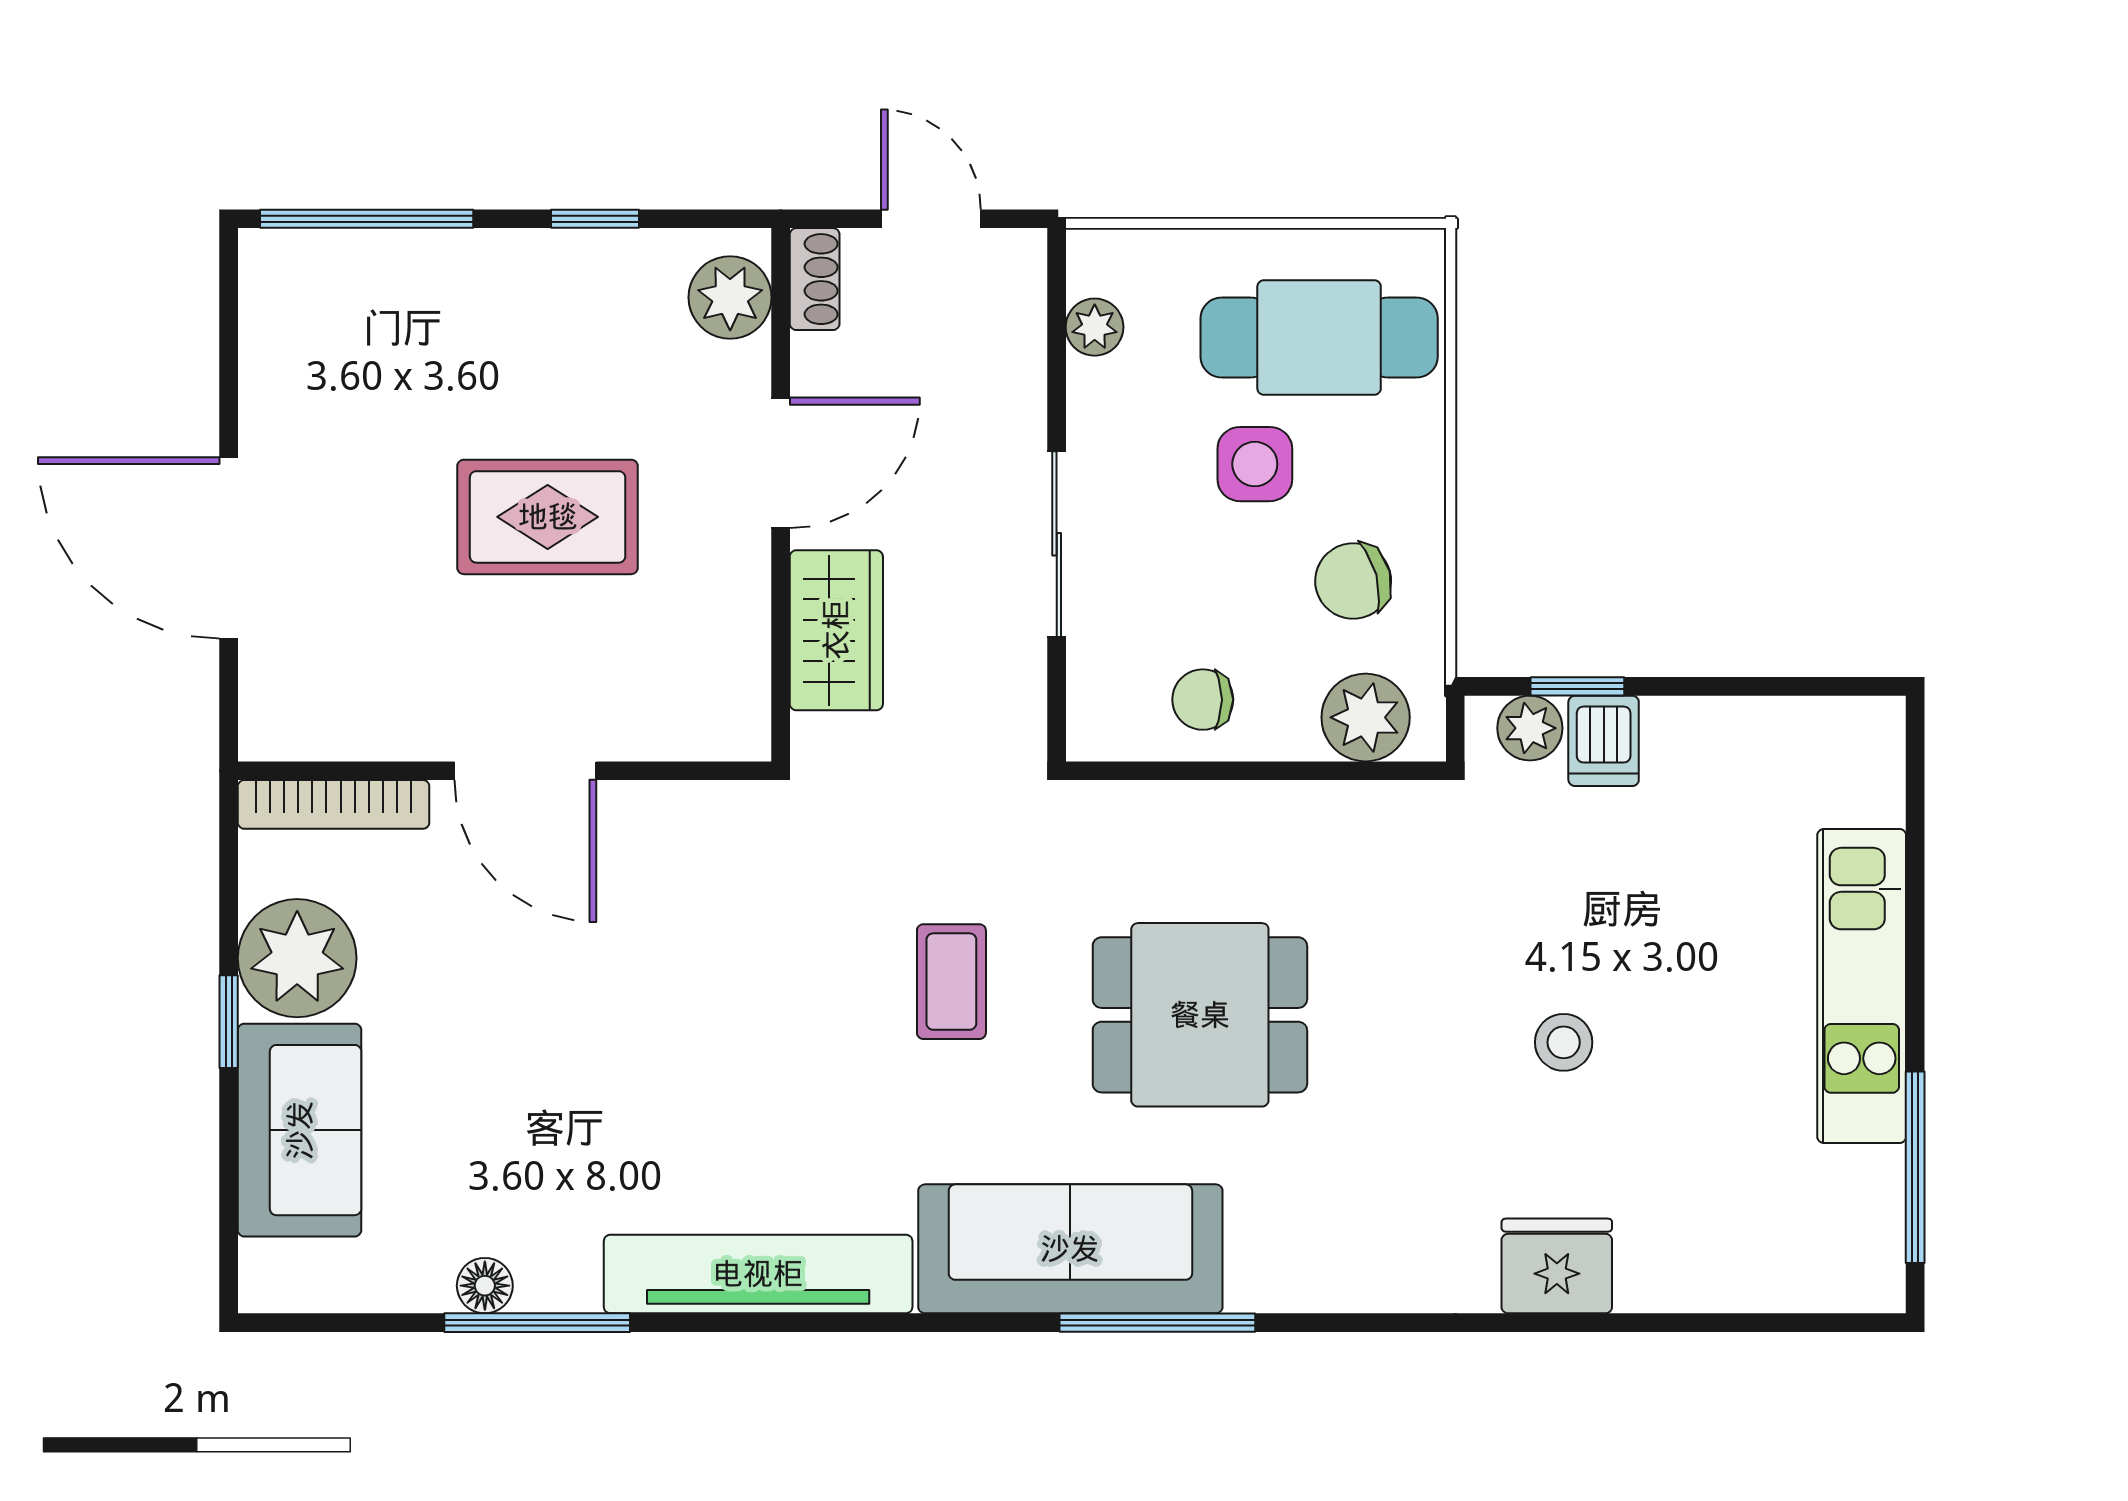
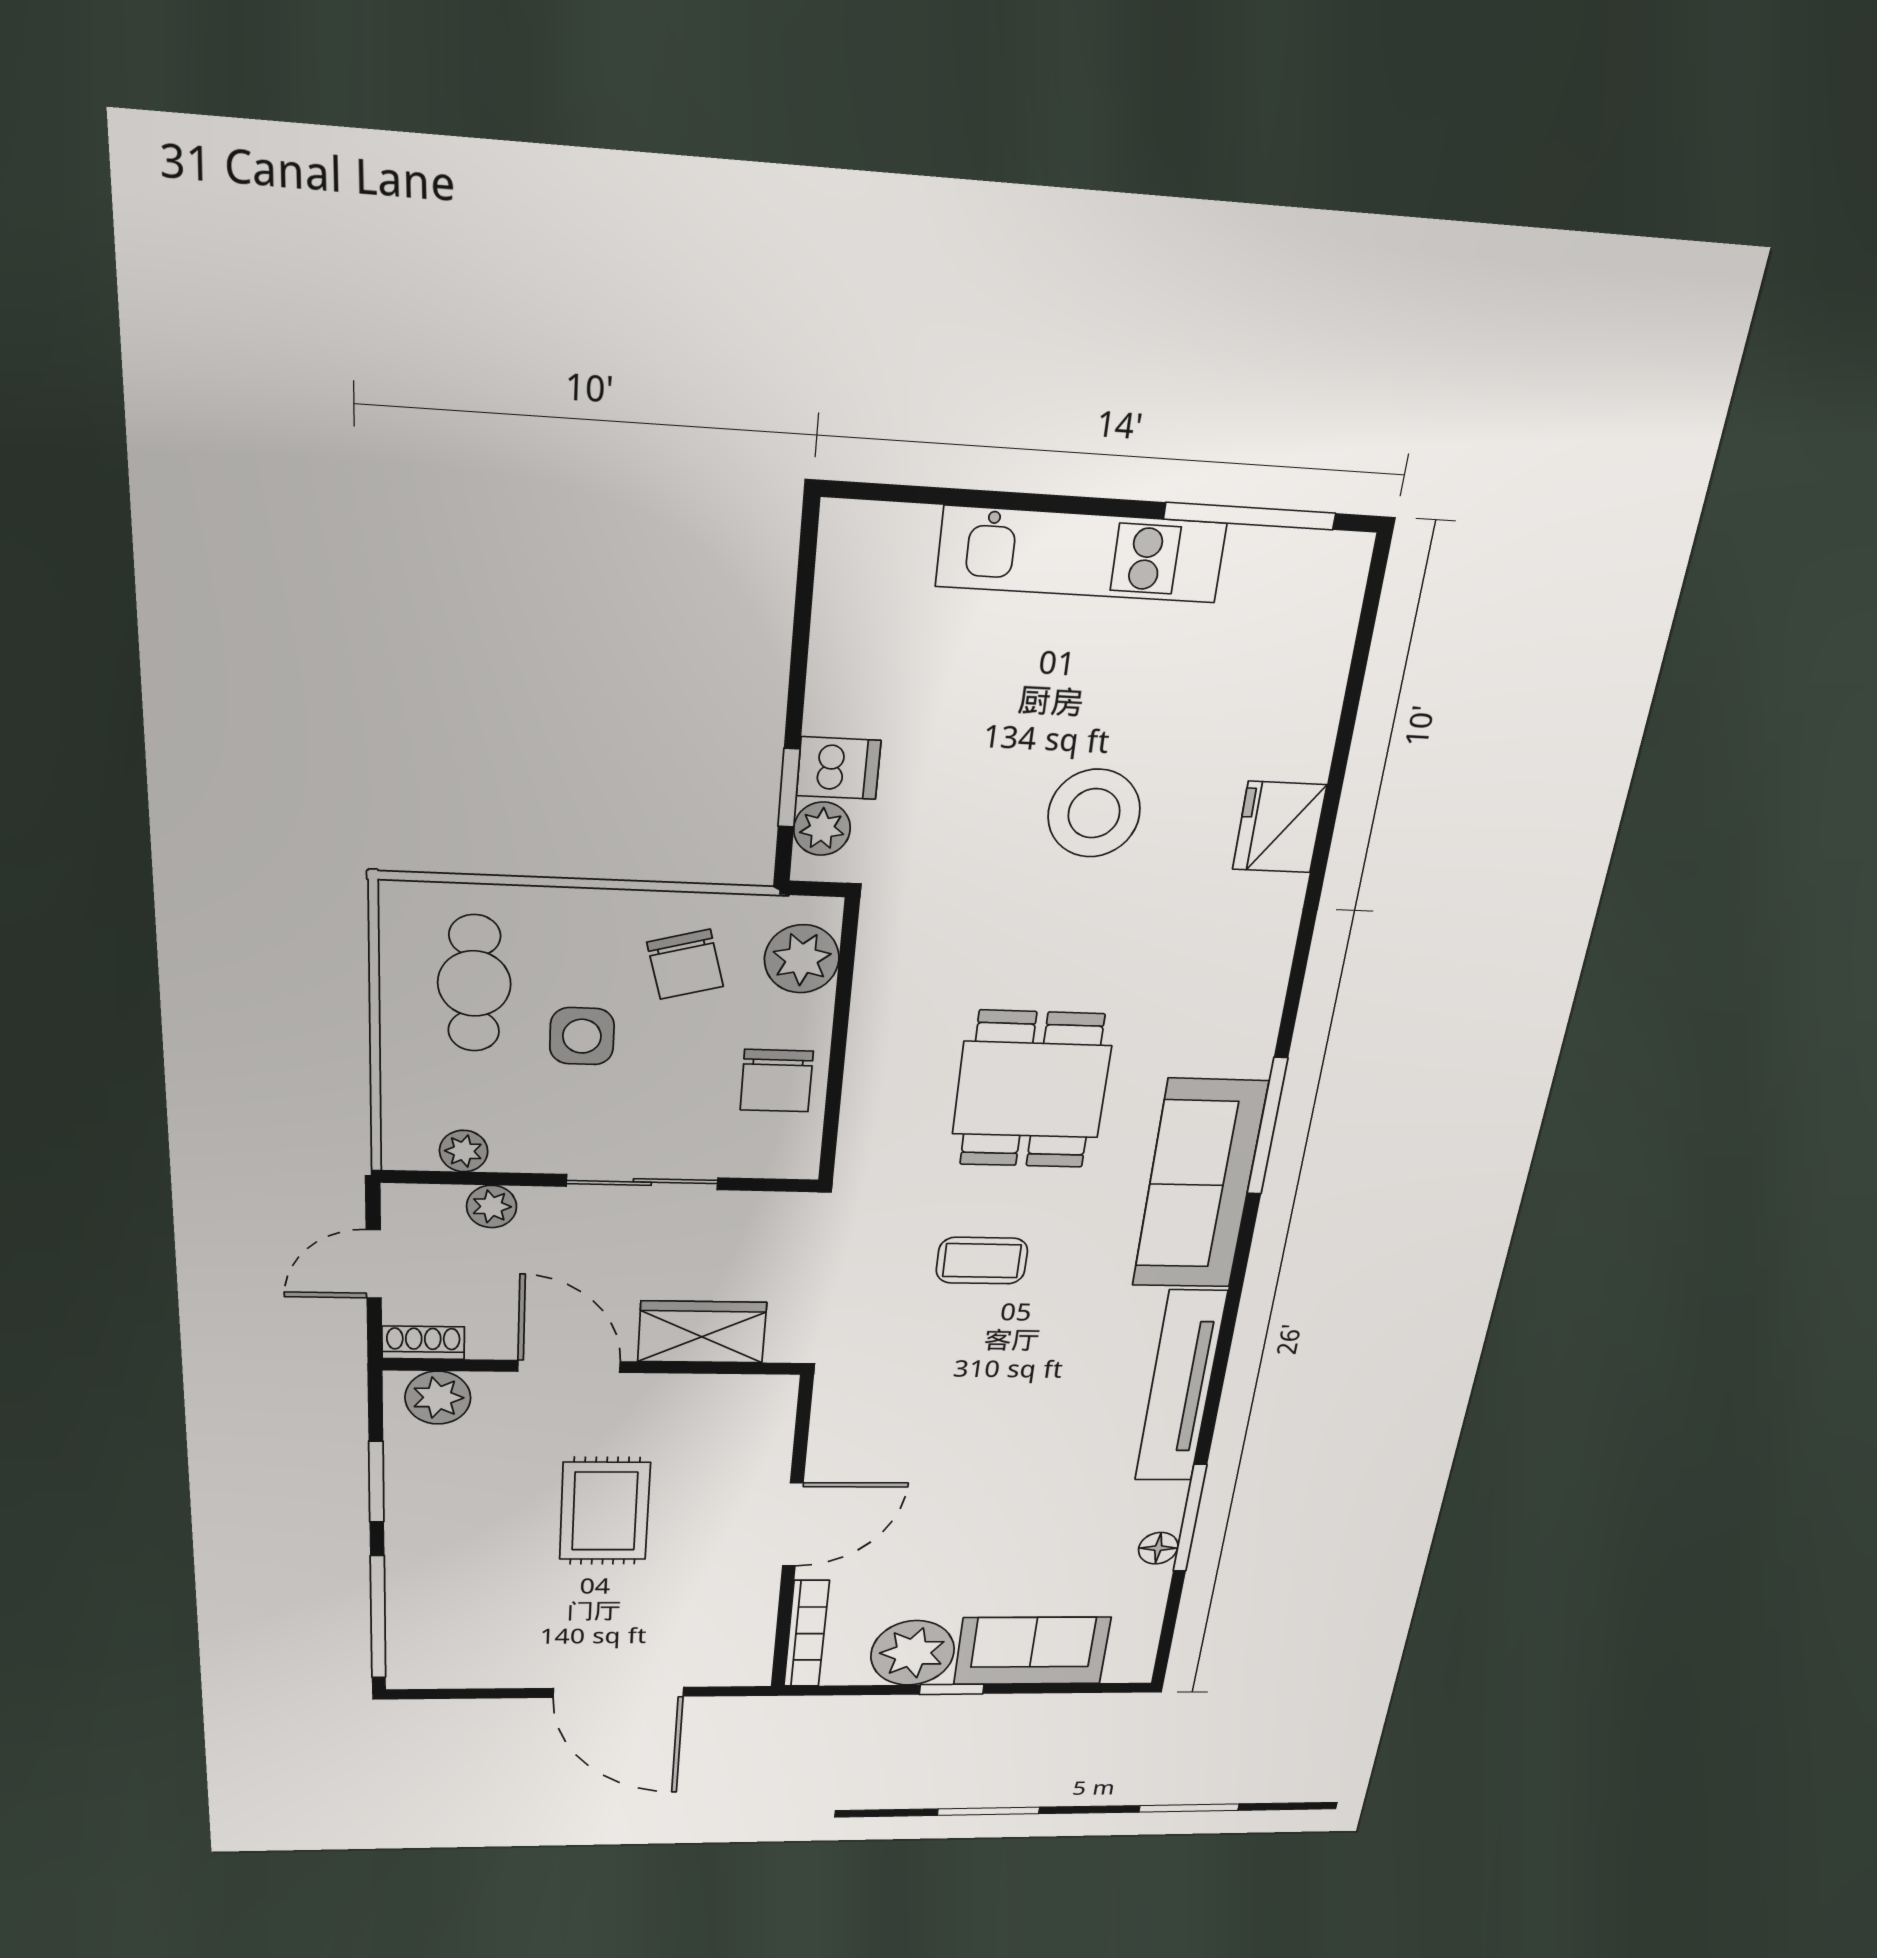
window: (595, 219) -> (376, 1482), width x1.50
cafe table: (1319, 338) -> (474, 984), width x0.73, depth x0.74
plant: (1017, 362) -> (492, 1207), added
door: (229, 548) -> (619, 1692), hinge flipped
chair: (1203, 700) -> (777, 1081), width x1.37, depth x1.37
stool: (1564, 1042) -> (1094, 813), width x1.89, depth x1.89

